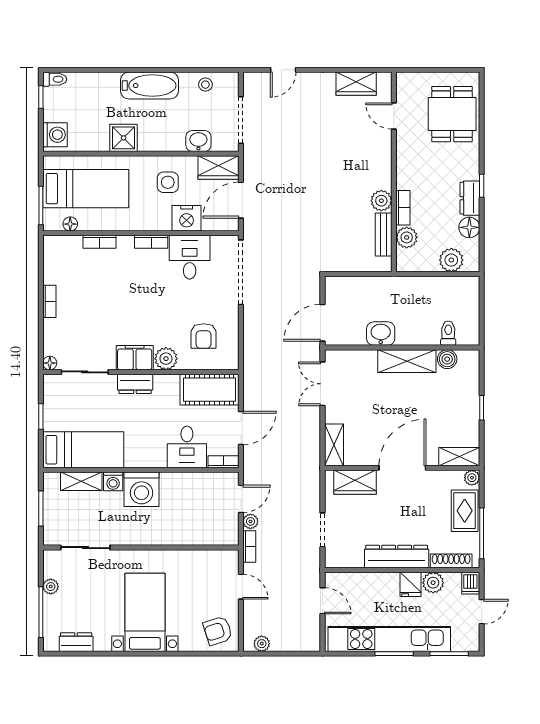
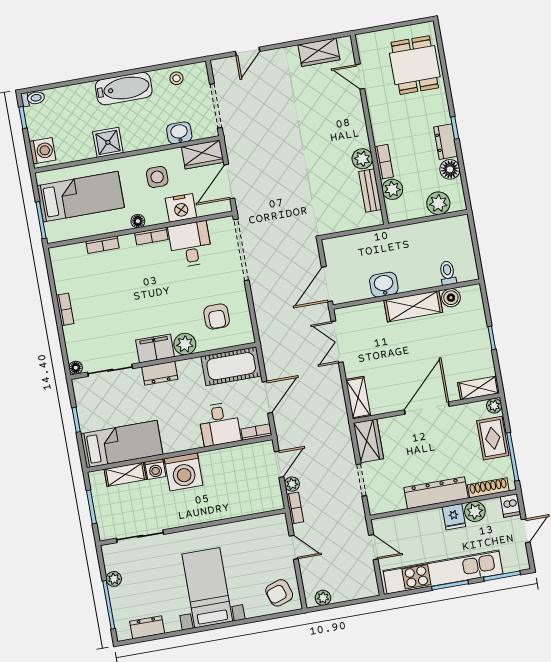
floor lamp: (70, 224) -> (138, 221), moved
wardrobe: (355, 482) -> (369, 441), moved, turned -90

